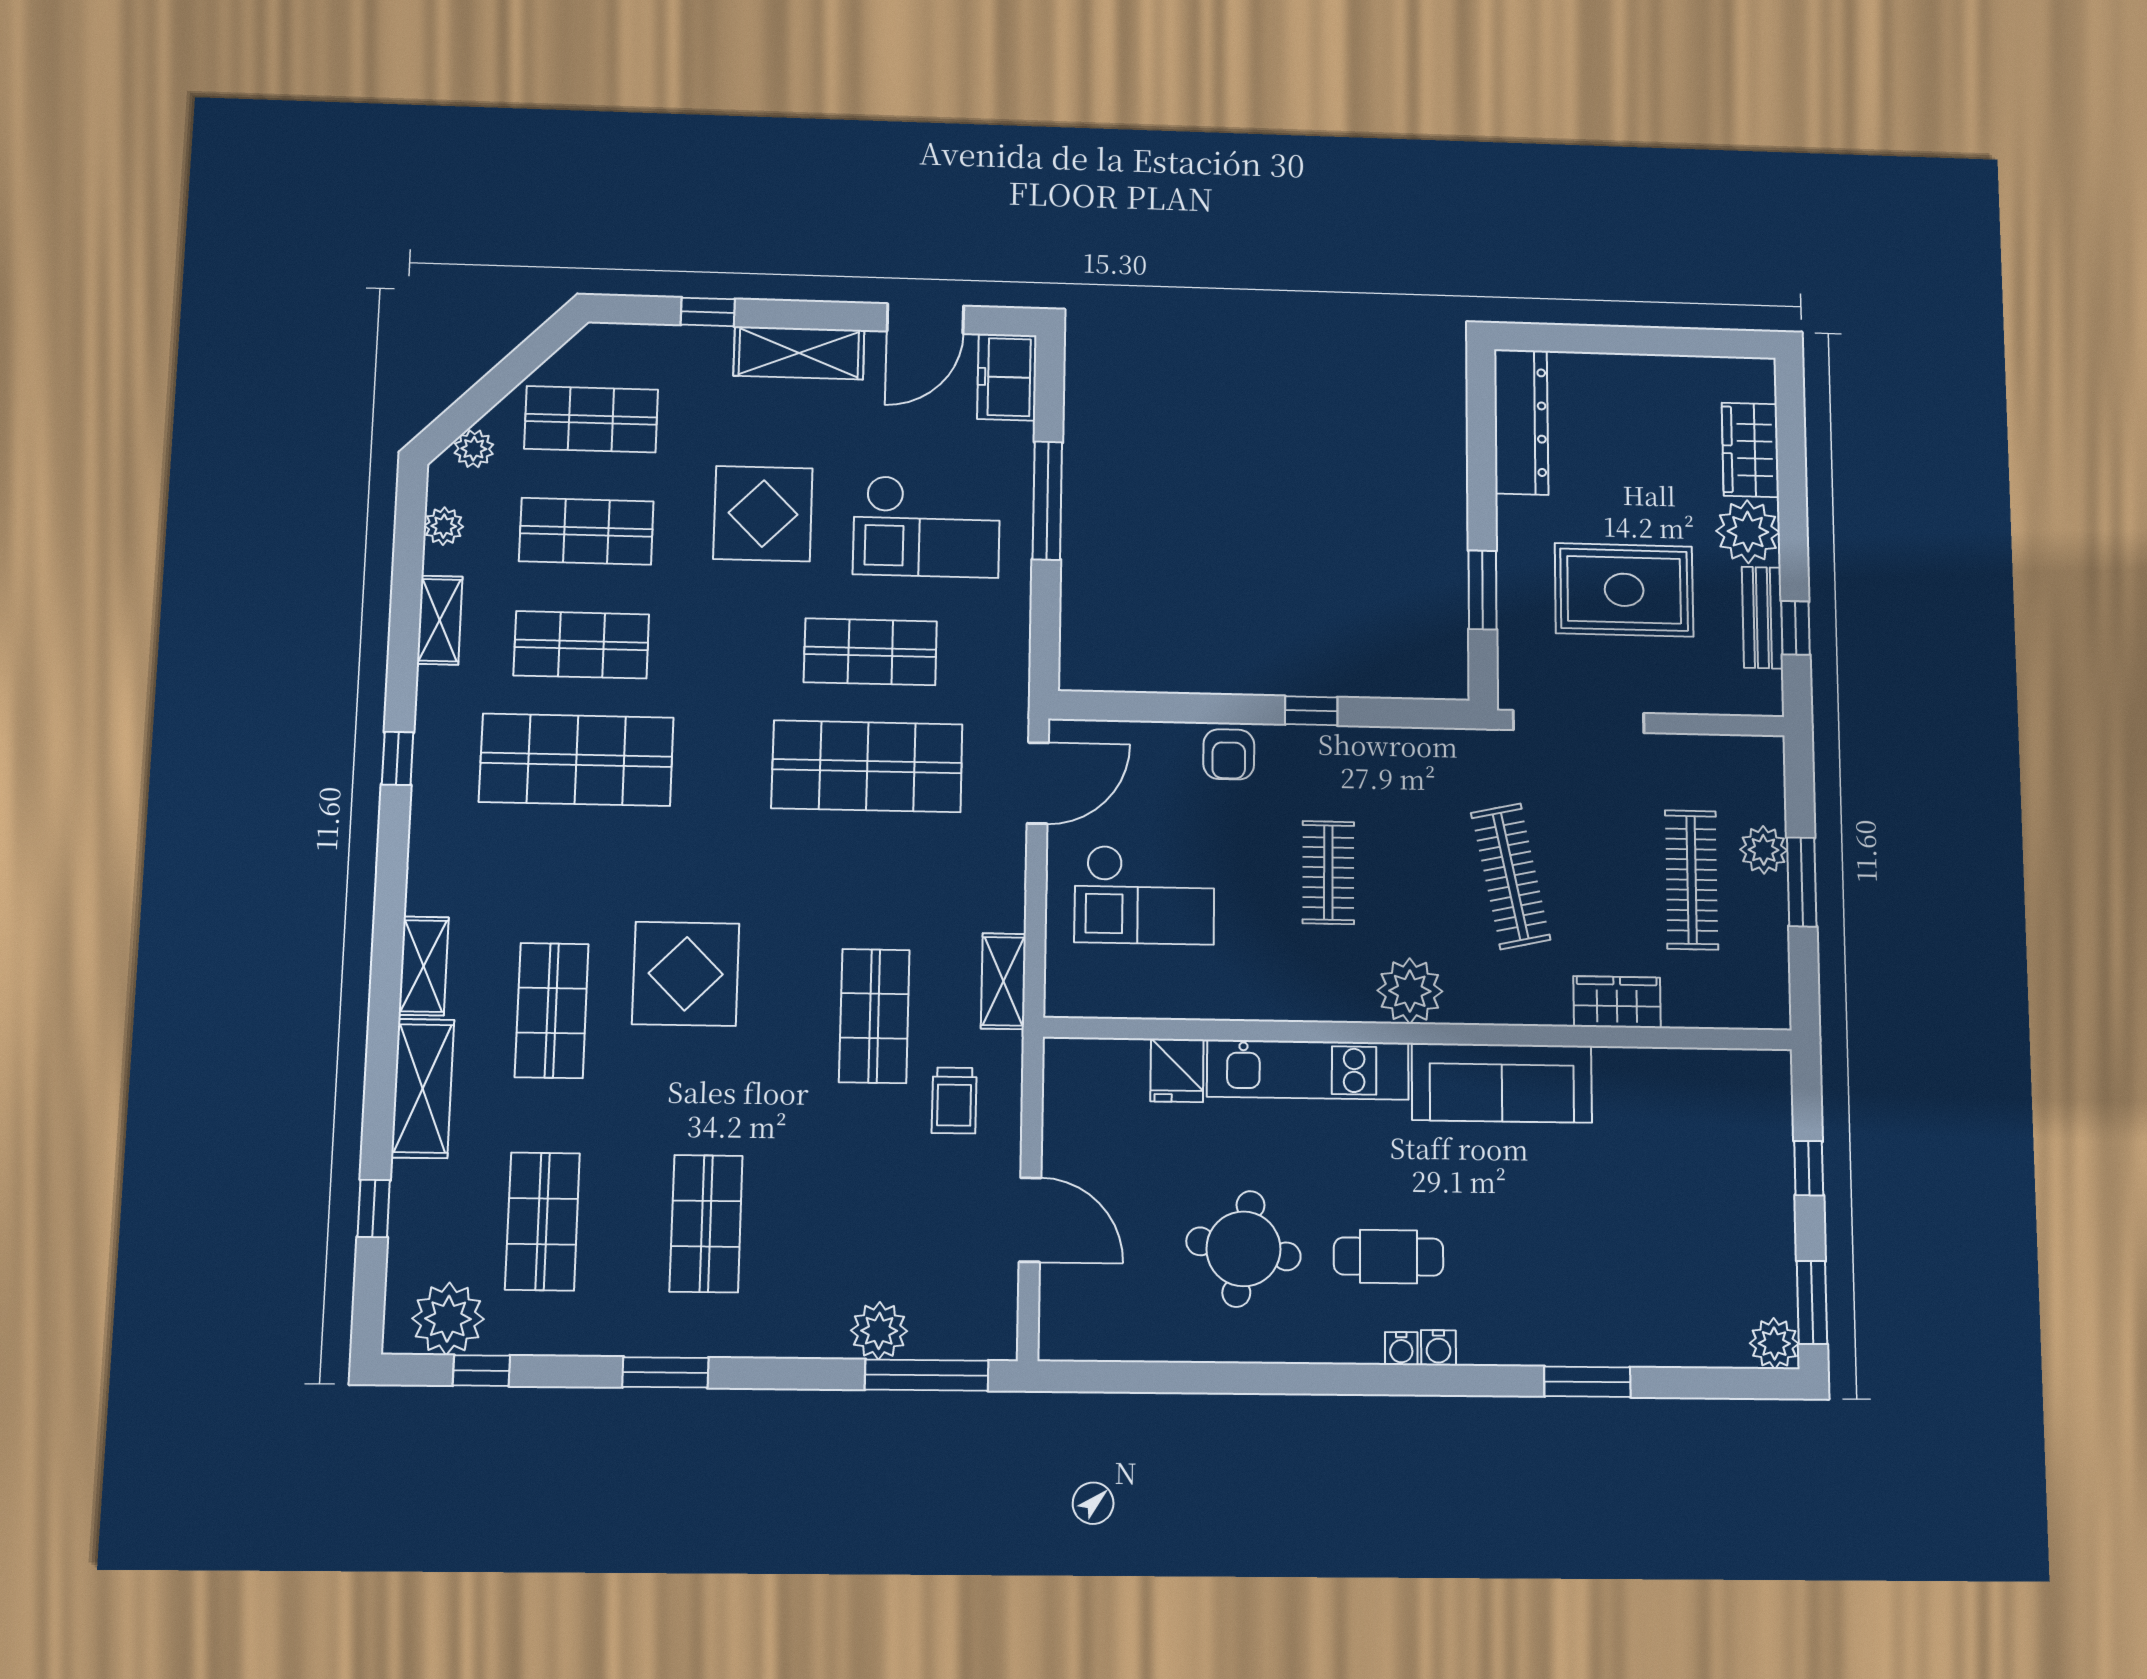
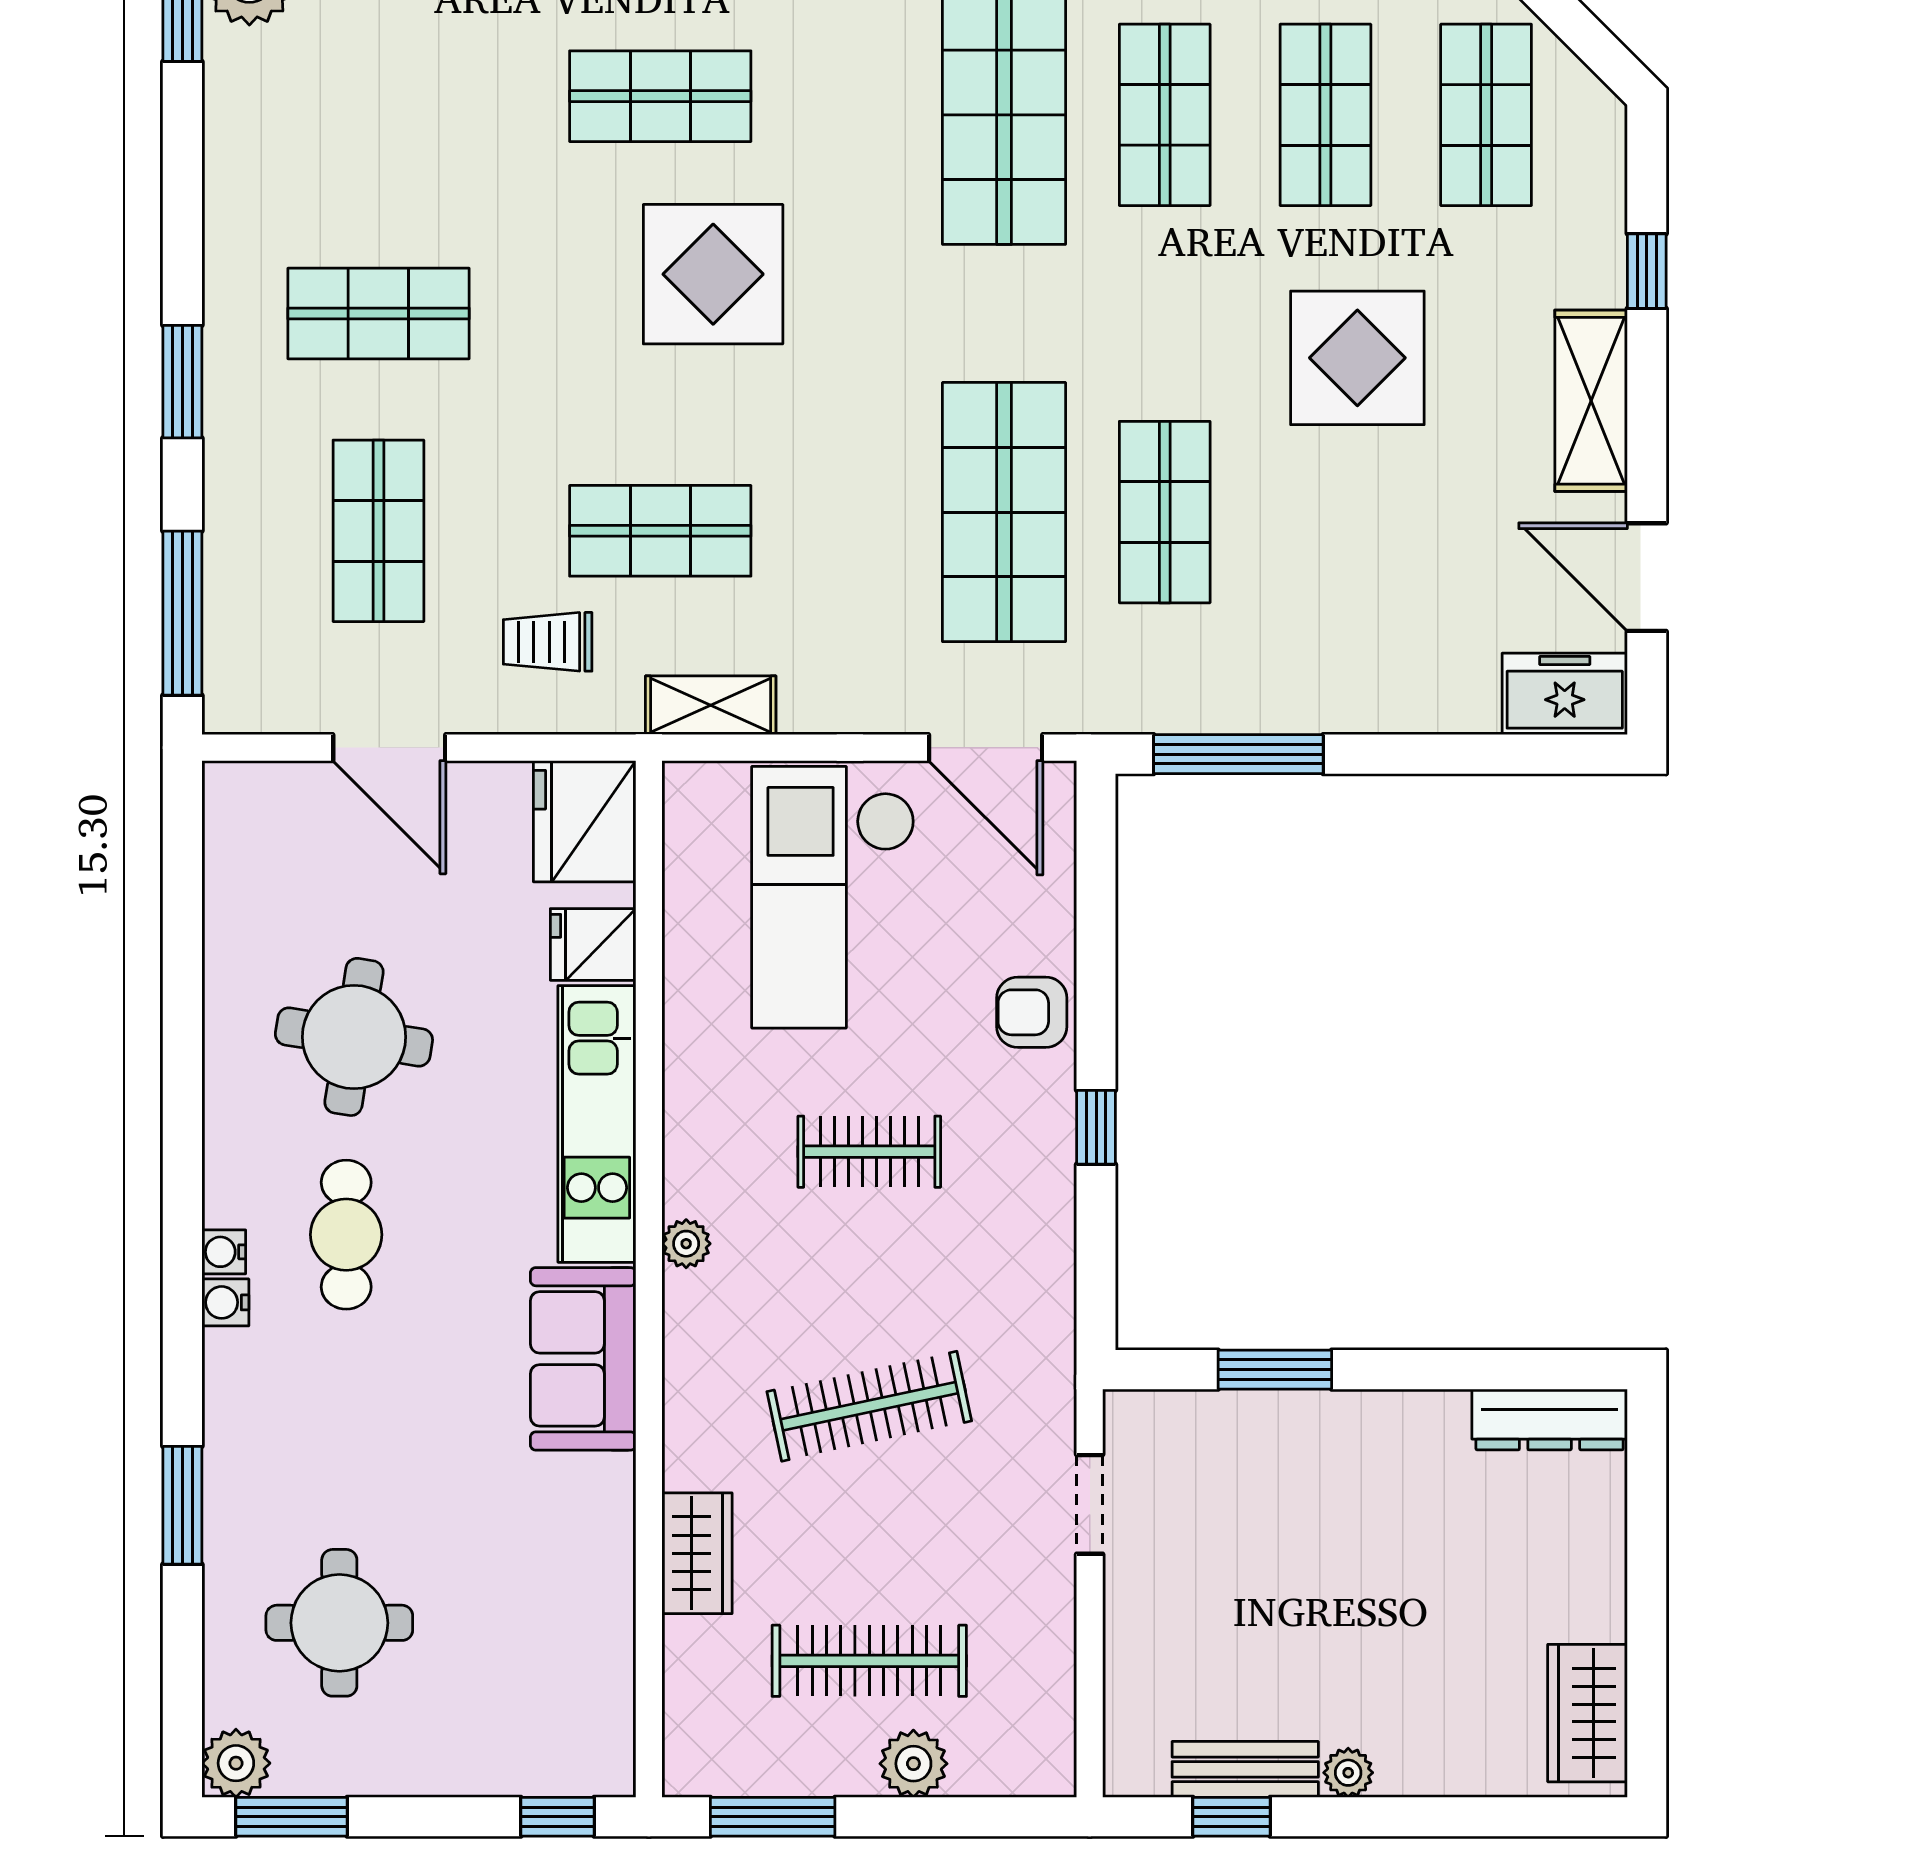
dresser: (1521, 422) -> (1550, 1420), width x0.73, depth x0.80
wardrobe: (1750, 450) -> (1587, 1713), moved, turned -90
window: (1047, 501) -> (1238, 754), moved
checkout: (927, 527) -> (1345, 586), removed
plant: (1748, 532) -> (1348, 1773), width x0.53, depth x0.53
rug: (1624, 590) -> (1280, 1572), removed
doorway: (1579, 722) -> (1090, 1504), width x0.53
window: (1802, 882) -> (773, 1817), moved
checkout: (1145, 895) -> (833, 897), width x1.36, depth x1.21
plant: (1410, 991) -> (686, 1244), width x0.53, depth x0.53
fridge: (1087, 1075) -> (585, 821), added
sofa: (1502, 1083) -> (583, 1359), width x0.73
window: (1809, 1168) -> (558, 1817), moved
door: (1030, 1220) -> (389, 748), hinge flipped
shop shelf: (542, 1221) -> (378, 531), moved, turned 90
round table: (1671, 1265) -> (339, 1623), added
plant: (879, 1331) -> (240, 548), removed
window: (665, 1372) -> (182, 382), moved

